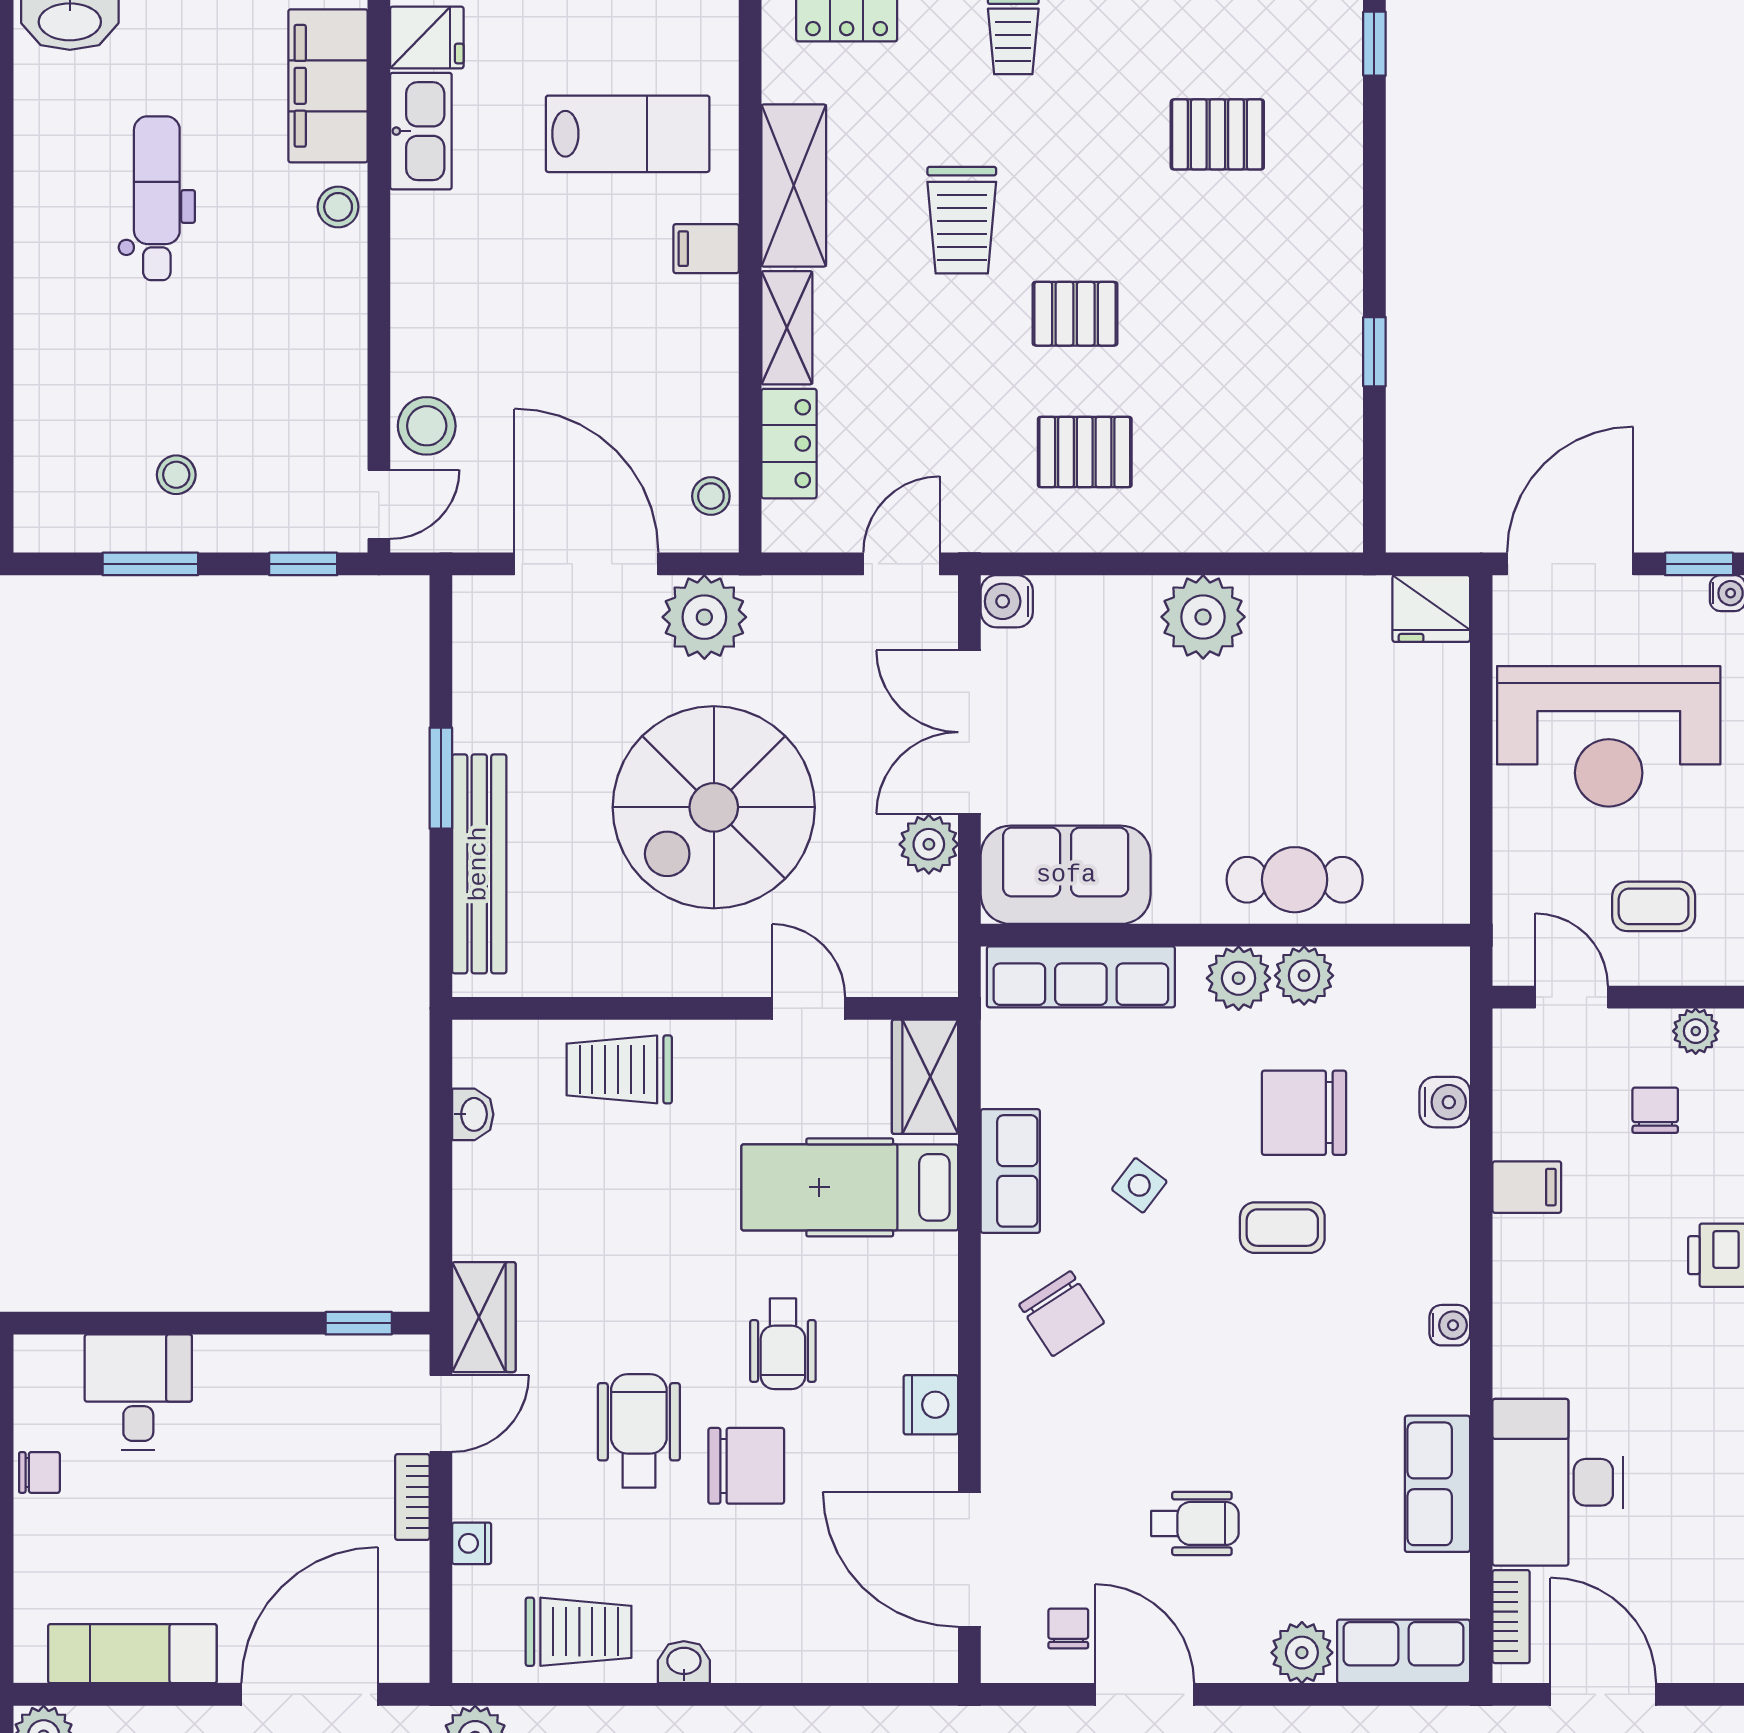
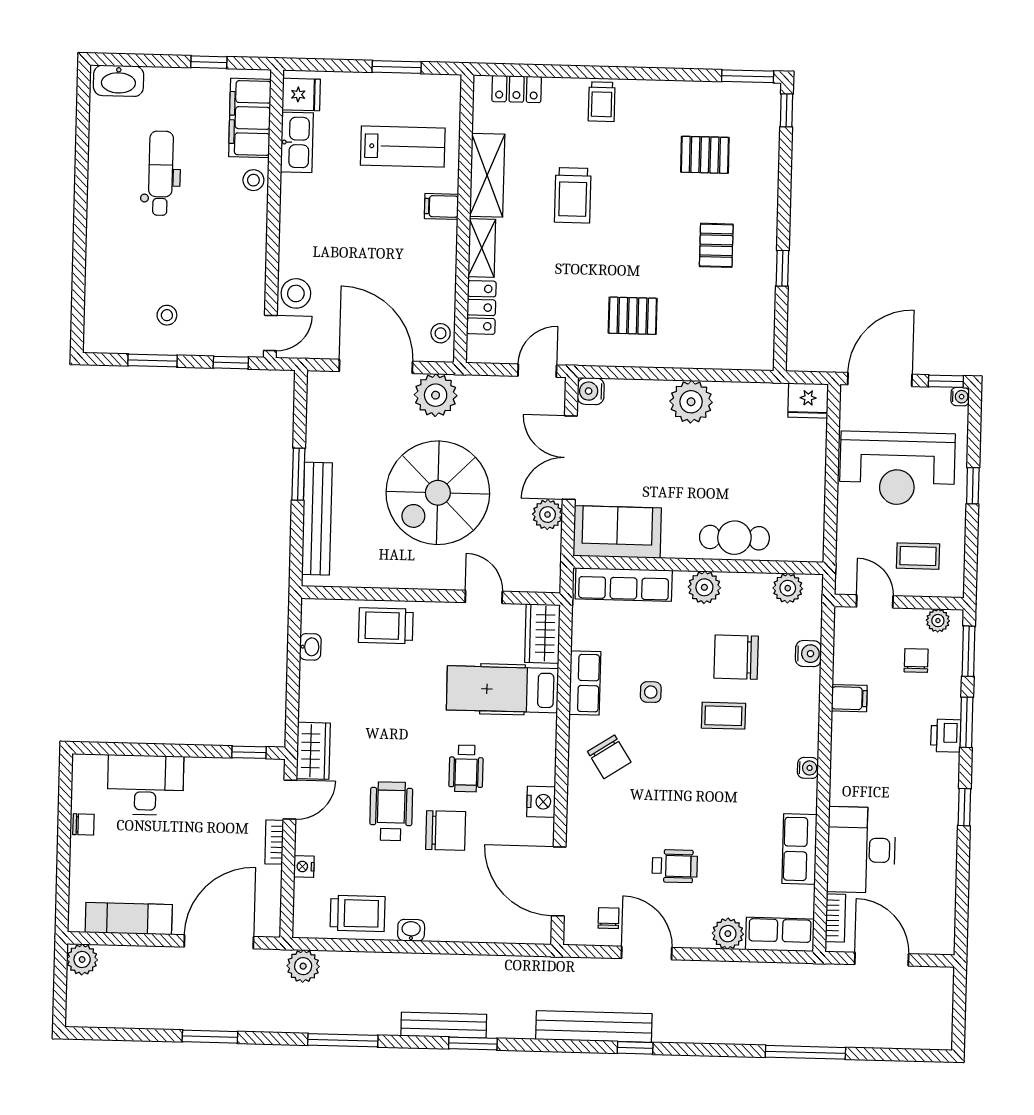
pallet: (1075, 314) -> (716, 245), moved, turned 90
plant: (1304, 976) -> (788, 588), moved
side table: (1139, 1185) -> (651, 692), turned -37
desk: (138, 1392) -> (145, 785), width x1.37

